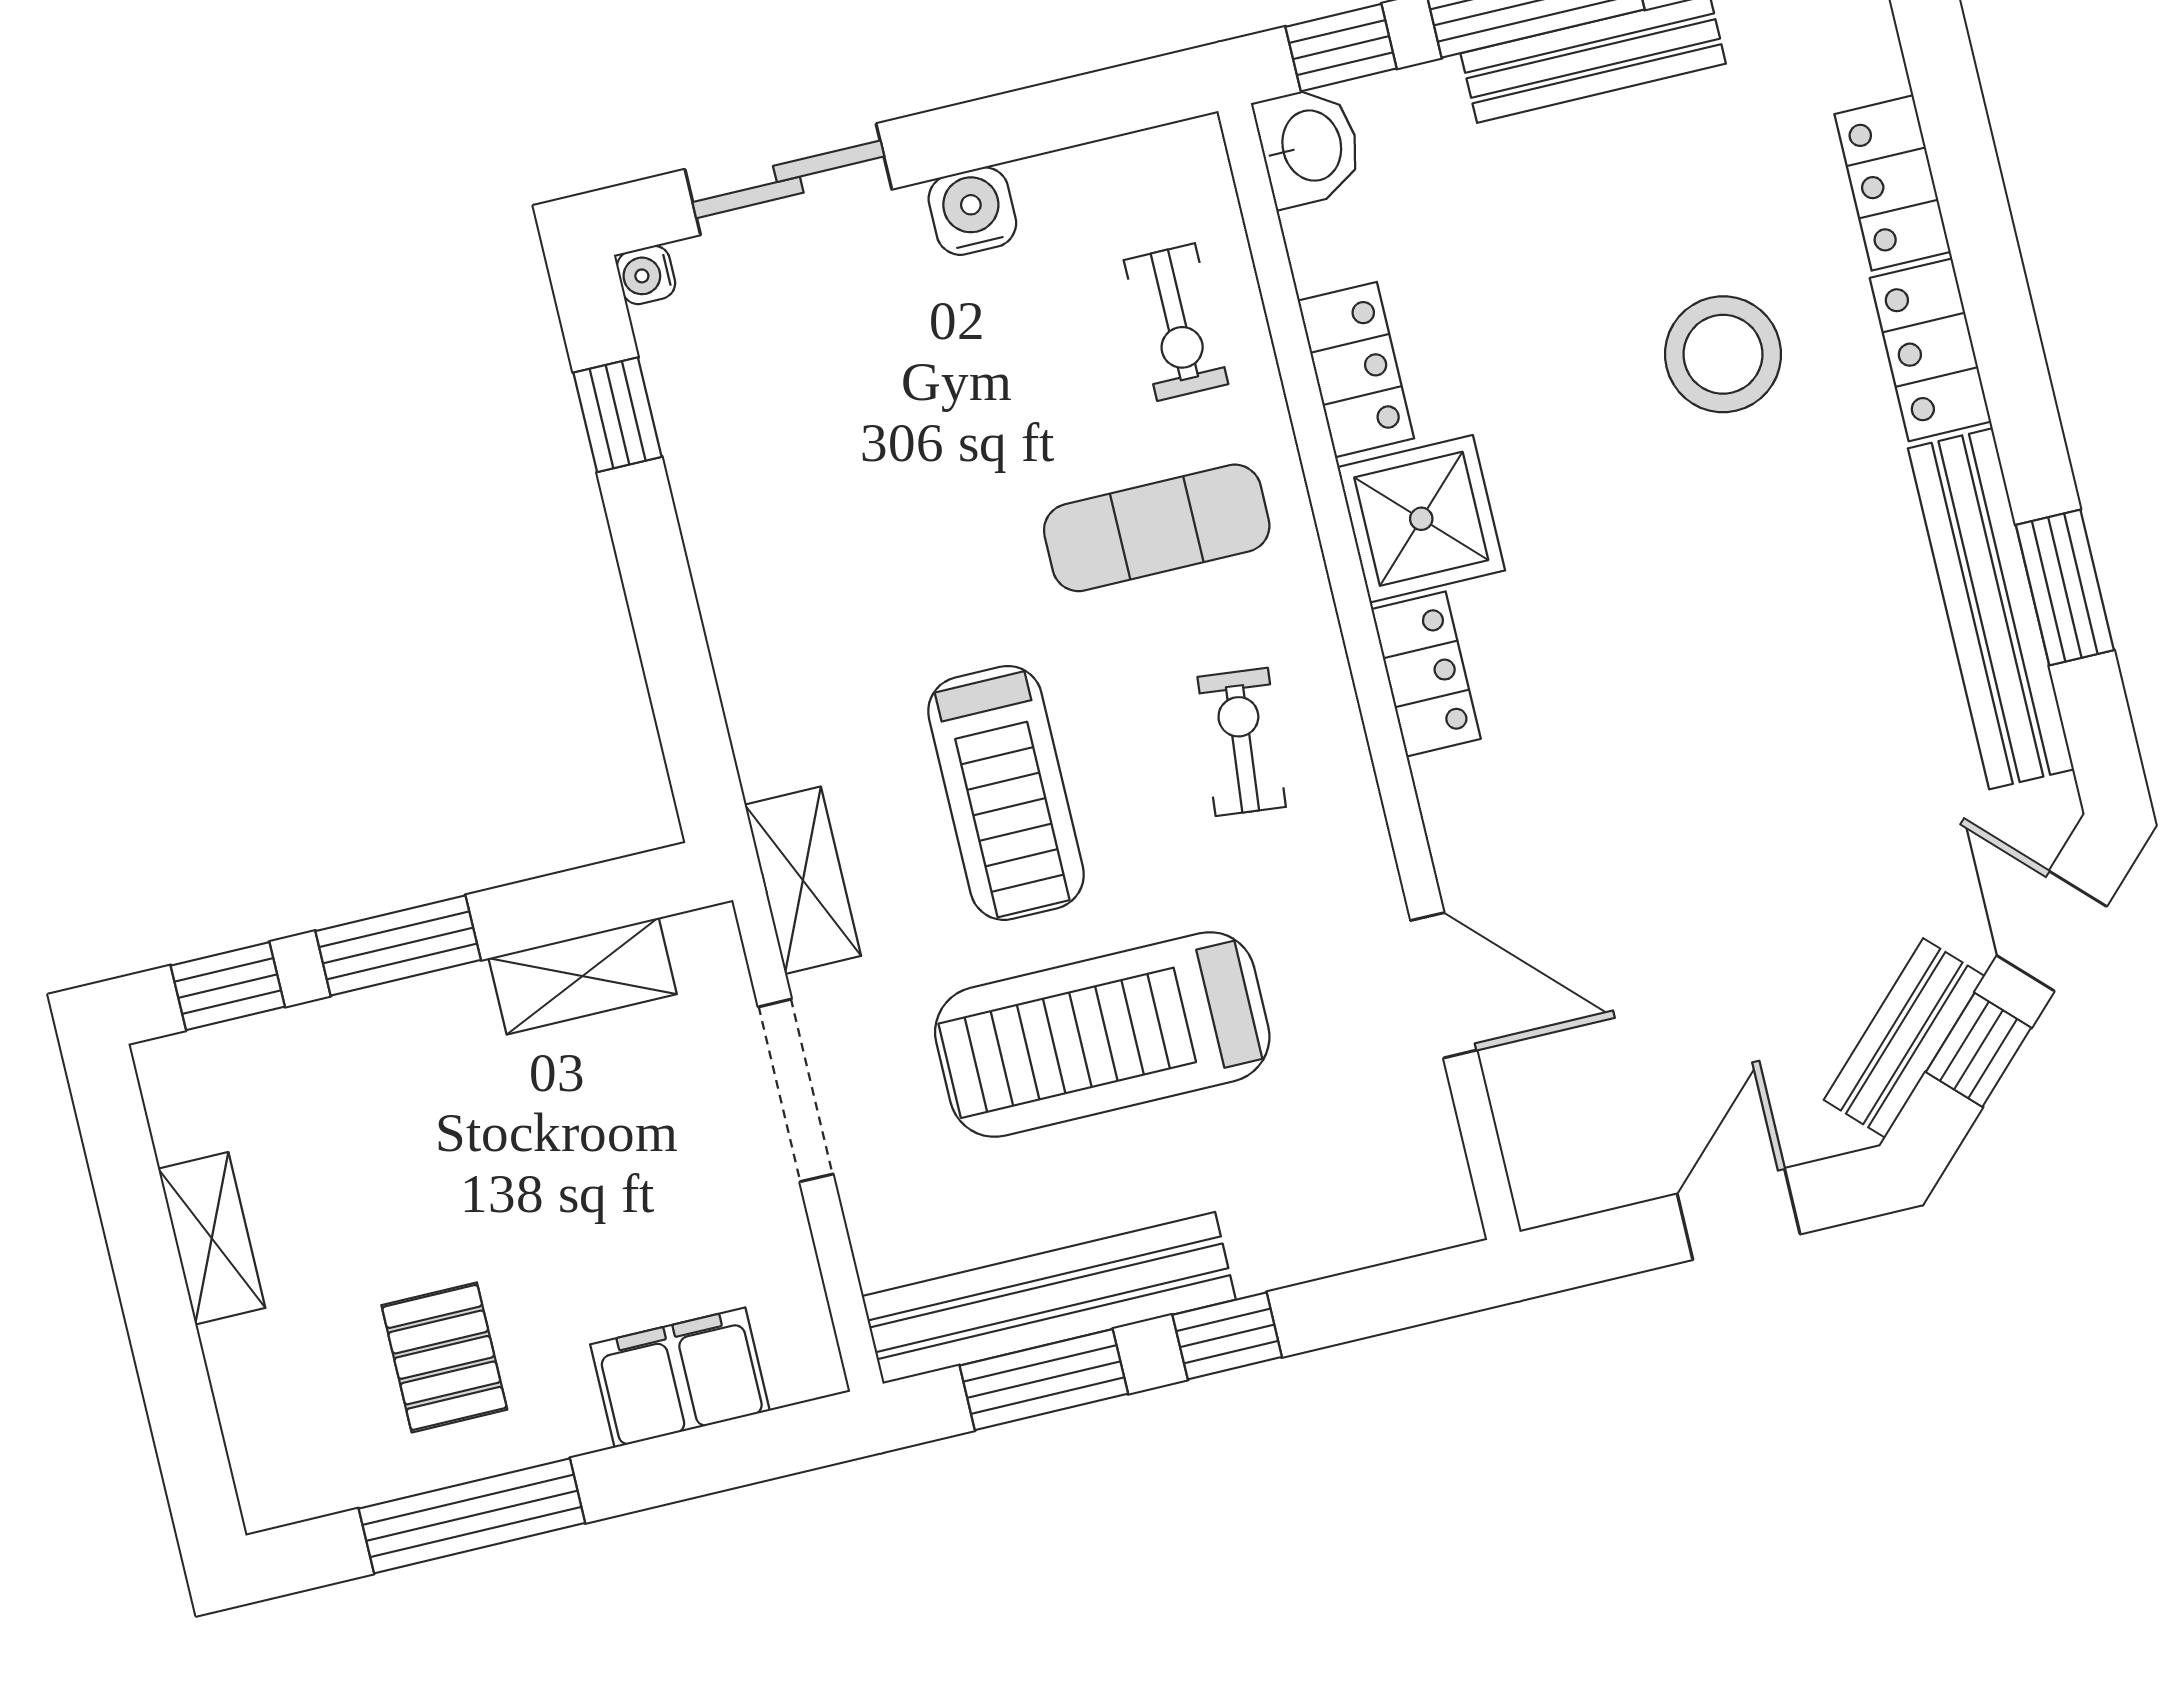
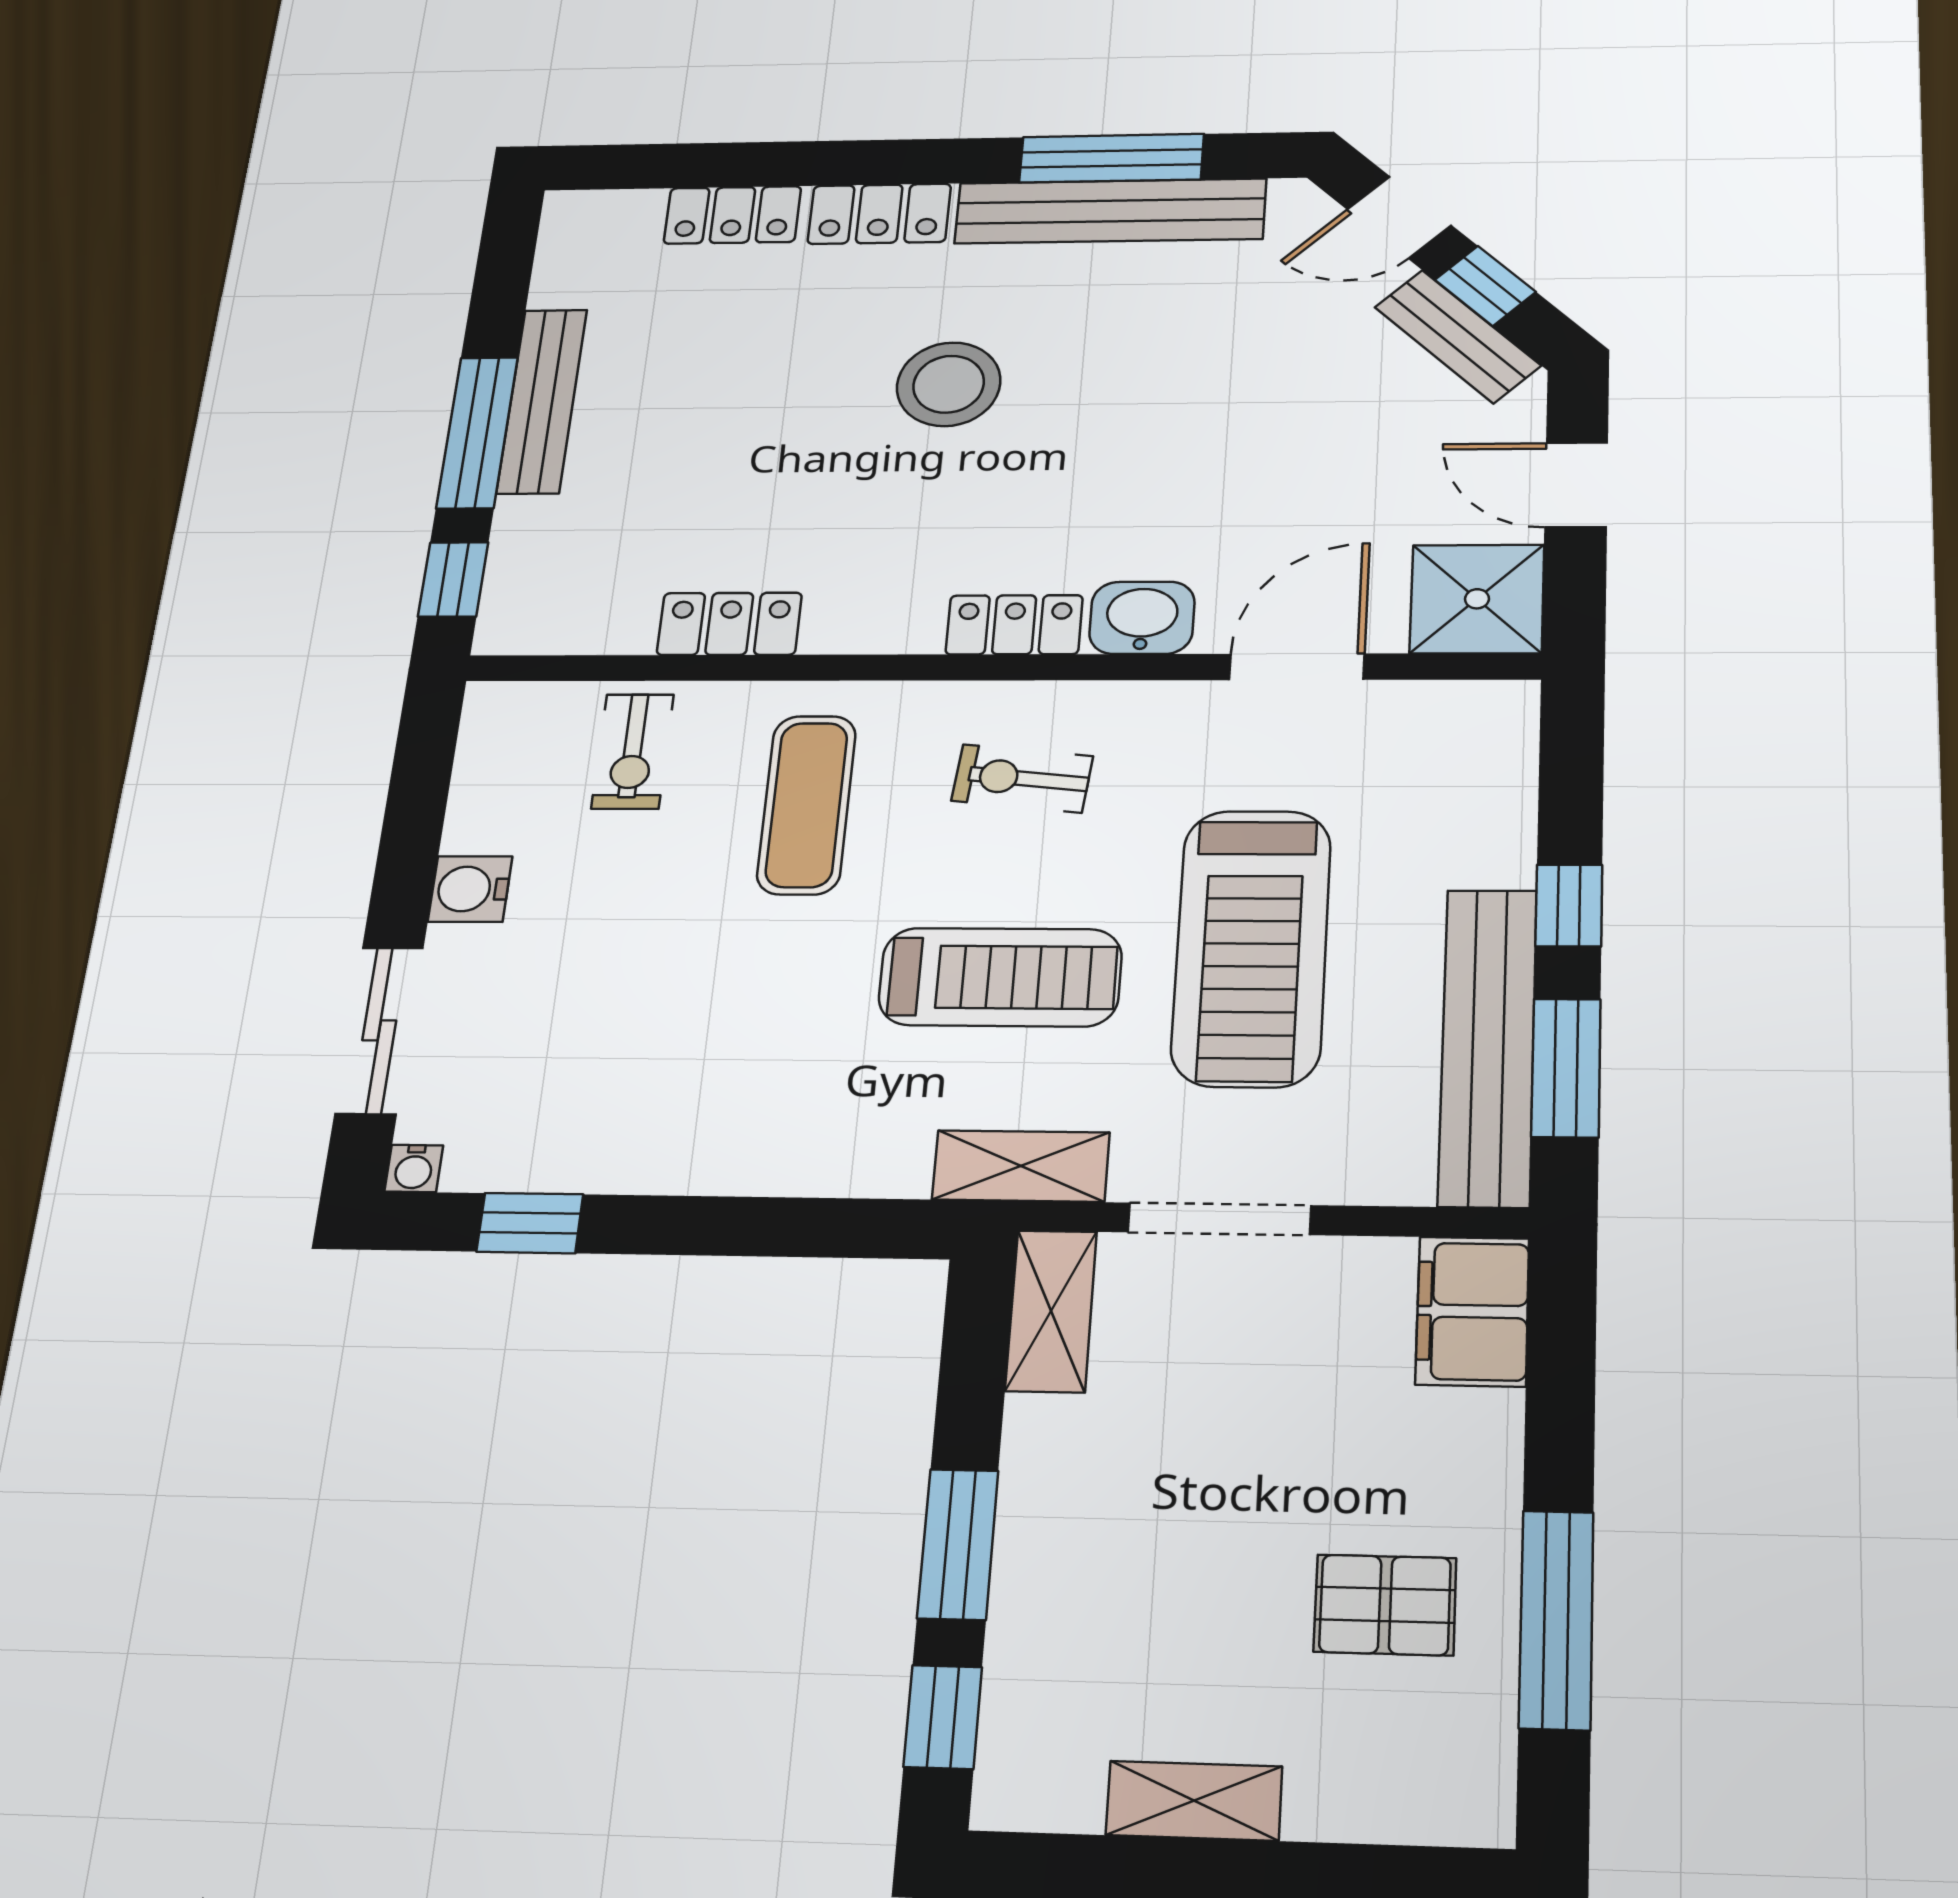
washbasin: (1309, 146) -> (1142, 618), moved
exercise bike: (1176, 322) -> (633, 751), turned 90
stool: (1723, 354) -> (949, 384), moved
shower: (1421, 519) -> (1477, 599), moved
window: (2065, 587) -> (1112, 158), width x1.44
shelving: (583, 976) -> (1051, 1311), moved
filing cabinet: (680, 1378) -> (1472, 1311), moved

